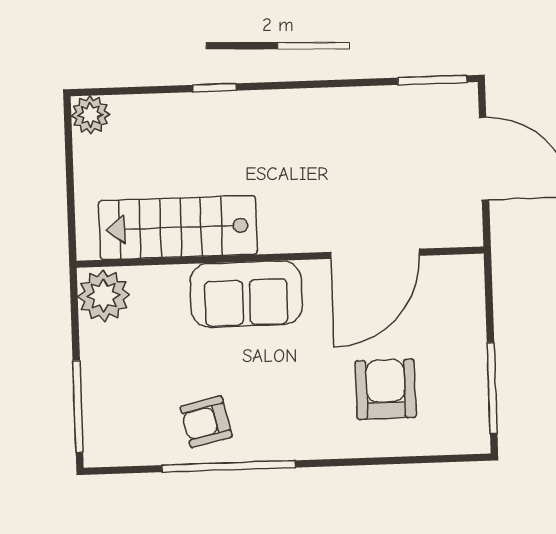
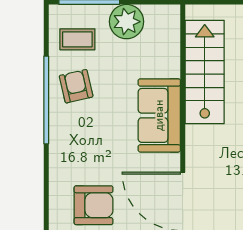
plant: (104, 296) -> (127, 22), moved
coffee table: (135, 422) -> (77, 39), added

